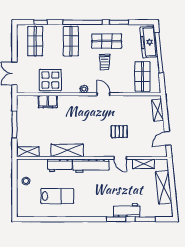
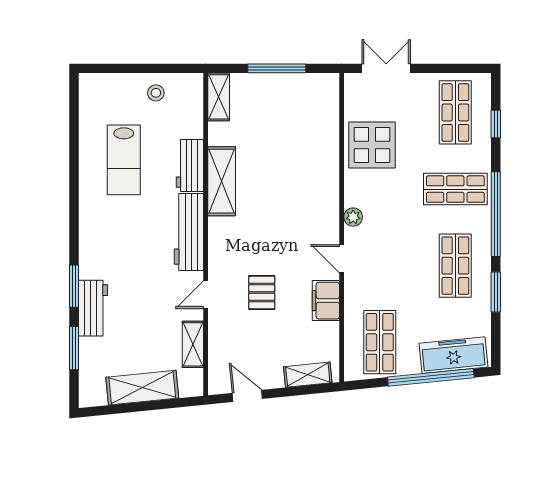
shop shelf: (35, 41) -> (455, 112), turned 90
trolley: (105, 62) -> (410, 262), removed
shop shelf: (142, 76) -> (380, 342), turned 90
door: (103, 94) -> (342, 259), swing flipped
filing cabinet: (48, 102) -> (326, 301), moved

